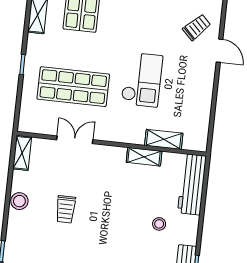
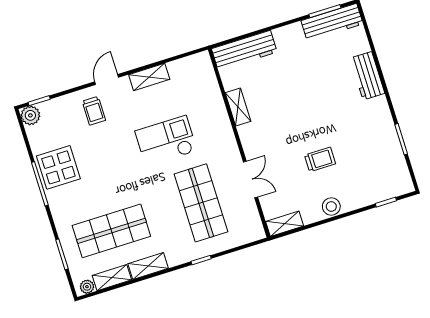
trolley: (197, 27) -> (94, 111), turned -135
shelving: (164, 139) -> (149, 77), moved, turned 90
double door: (75, 140) -> (251, 179), swing flipped
stool: (159, 224) -> (295, 65), removed

